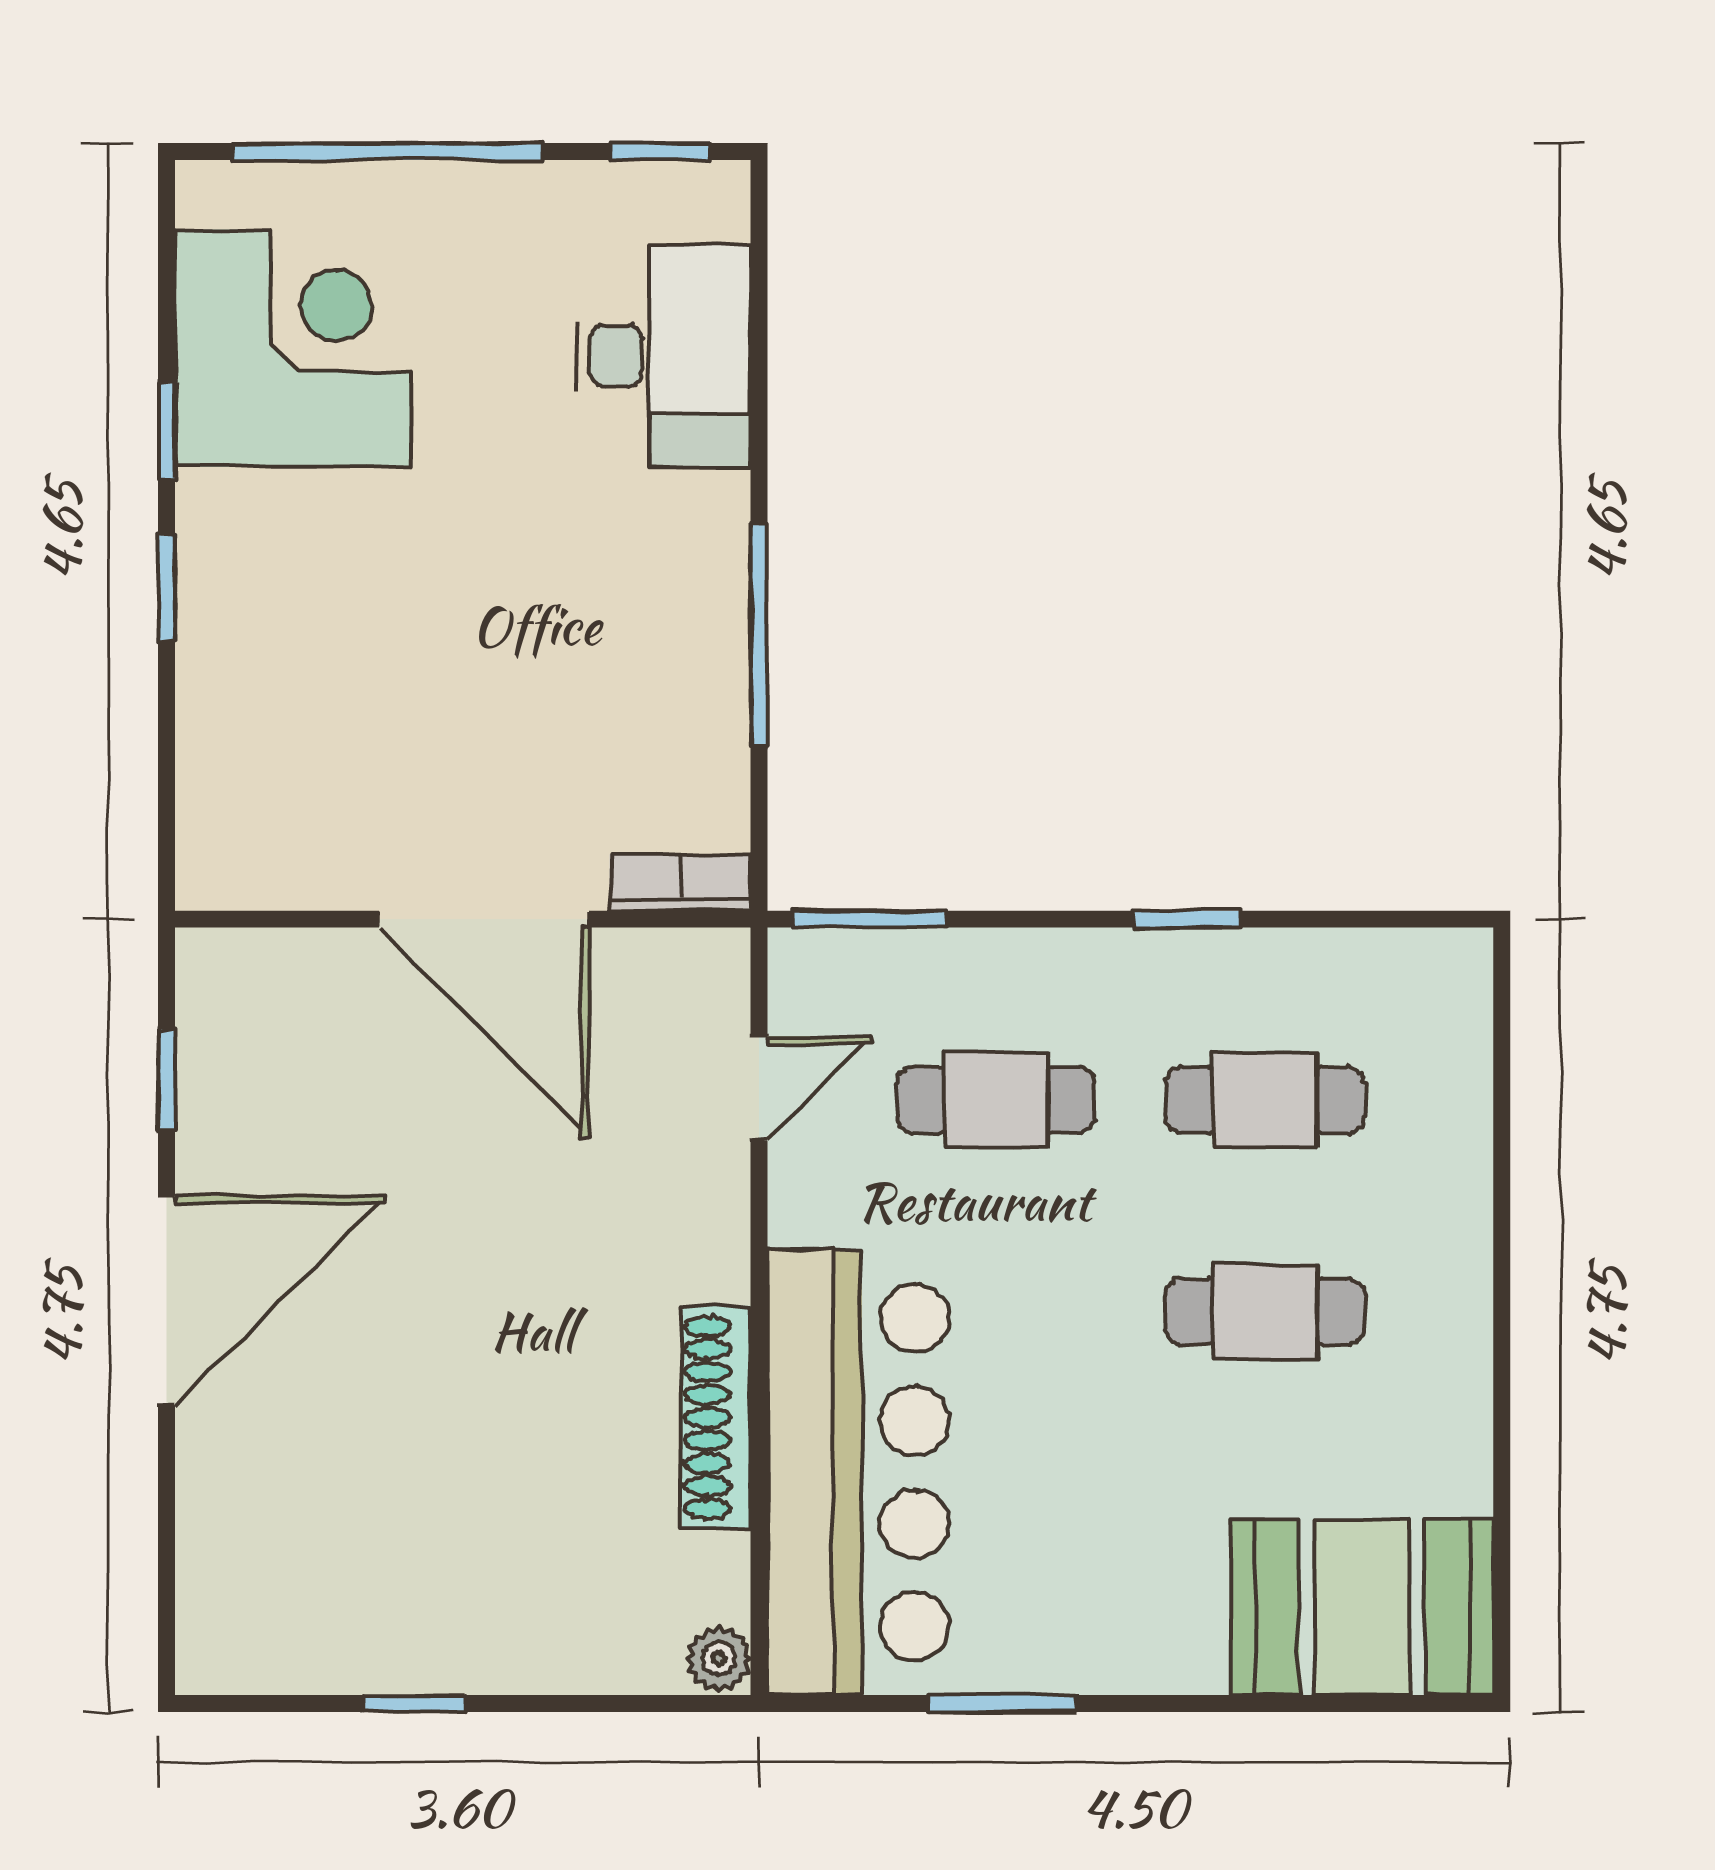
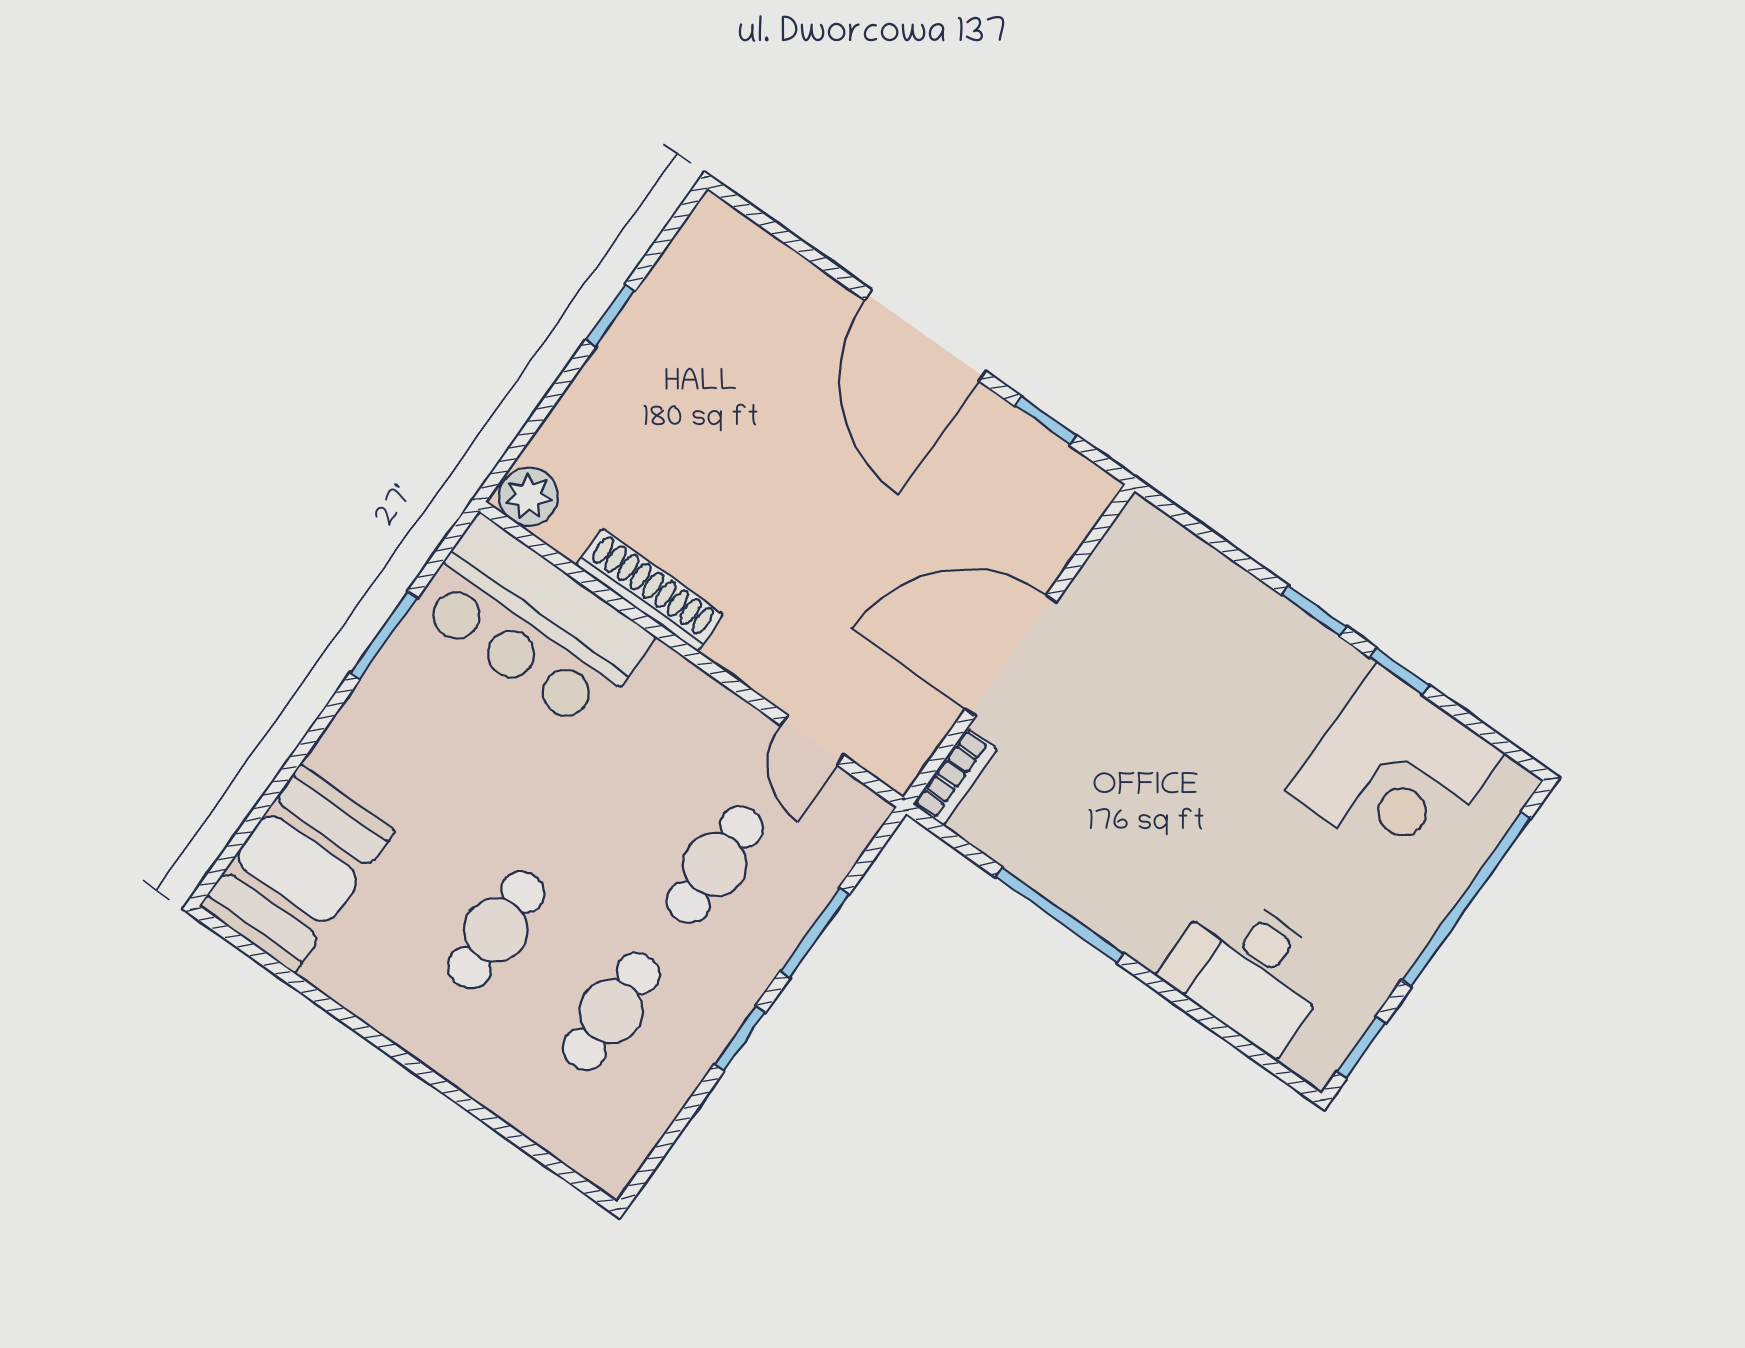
window: (869, 919) -> (815, 933), moved
bar counter: (858, 1472) -> (533, 623), width x0.73
plant: (719, 1659) -> (529, 496), width x1.38, depth x1.38

